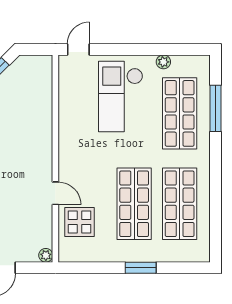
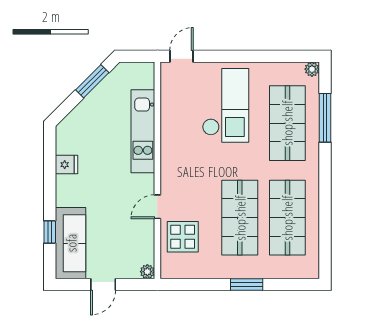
plant: (163, 62) -> (312, 69), moved
checkout: (121, 97) -> (226, 105), turned 180
kitchen unit: (42, 121) -> (143, 131), added
door: (55, 193) -> (157, 207), swing flipped

